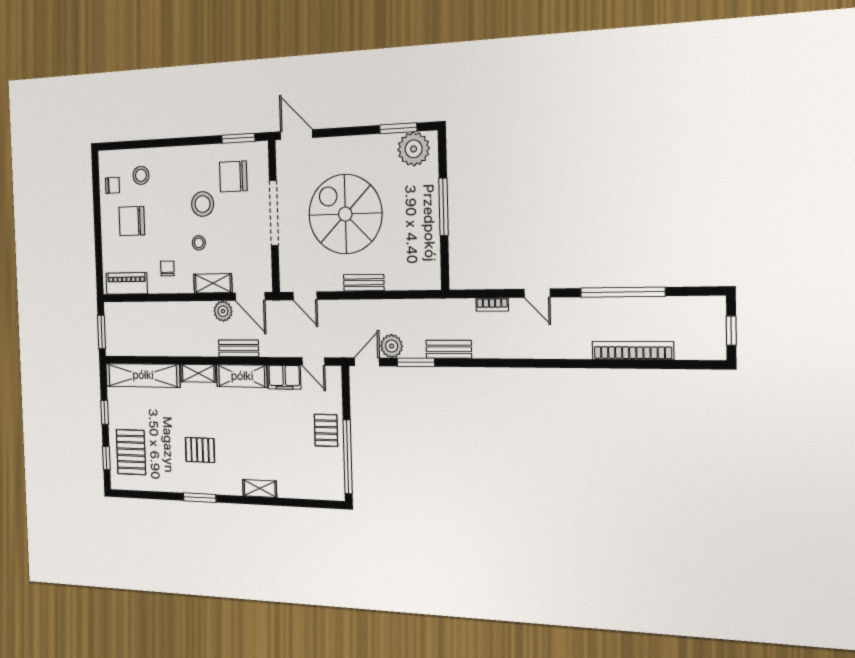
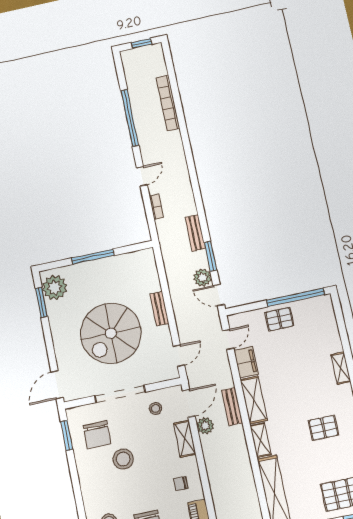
stool: (199, 243) -> (156, 408), moved
pallet: (200, 450) -> (323, 428), turned 90

